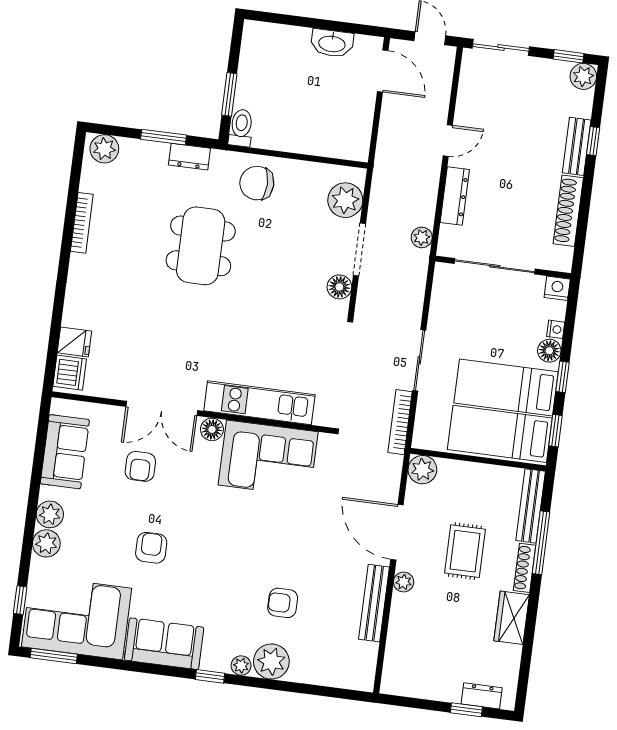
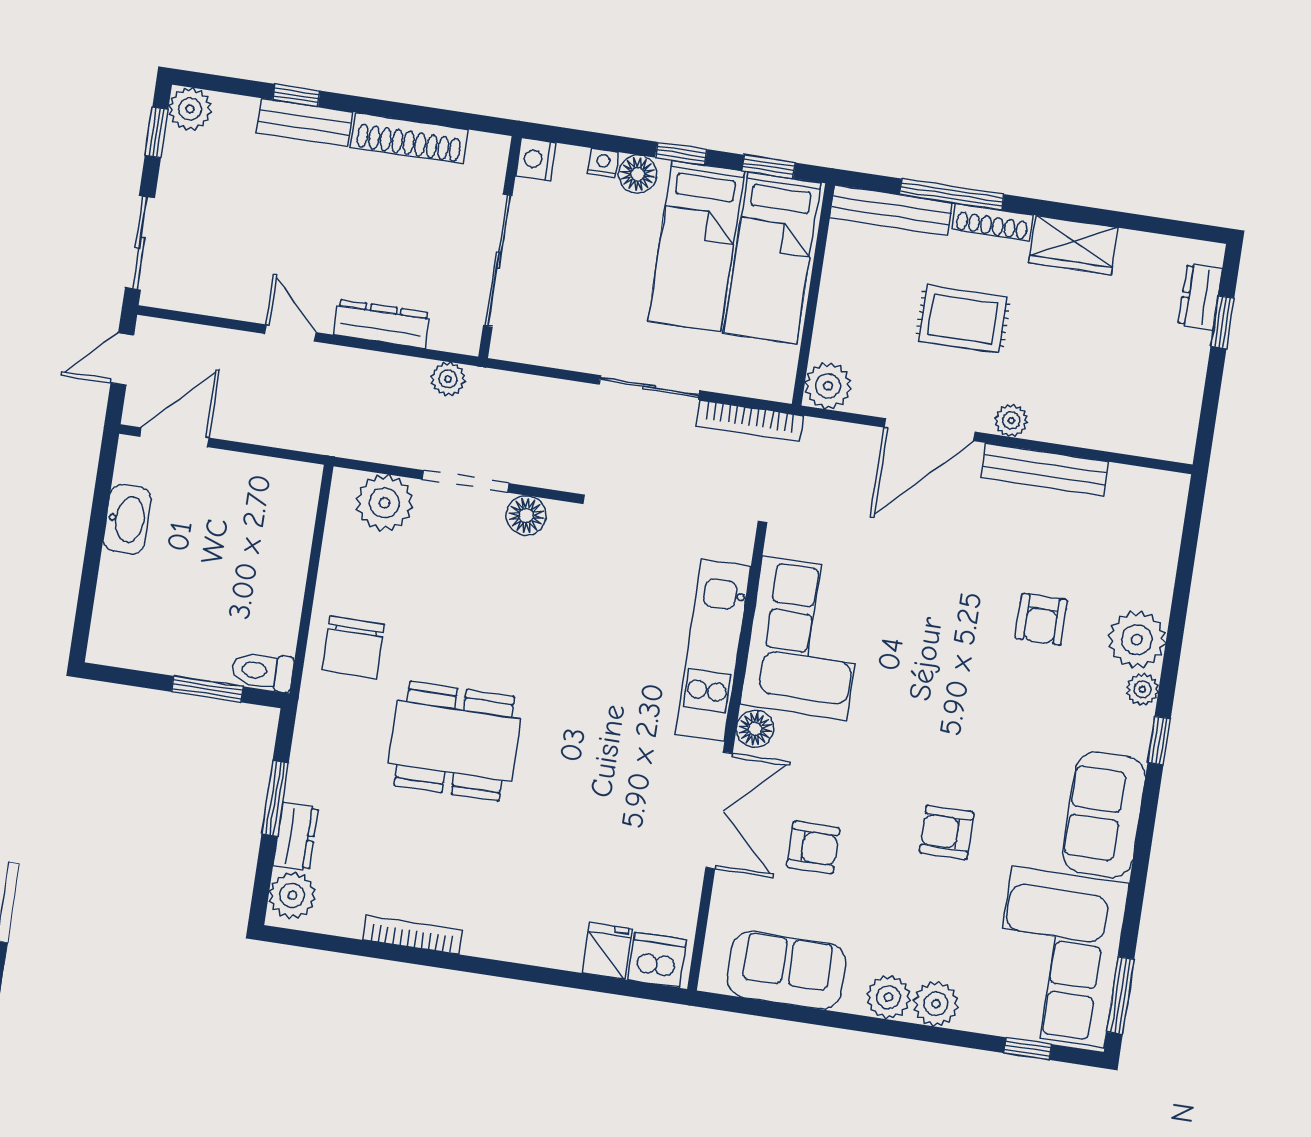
dresser: (189, 157) -> (296, 836), moved

